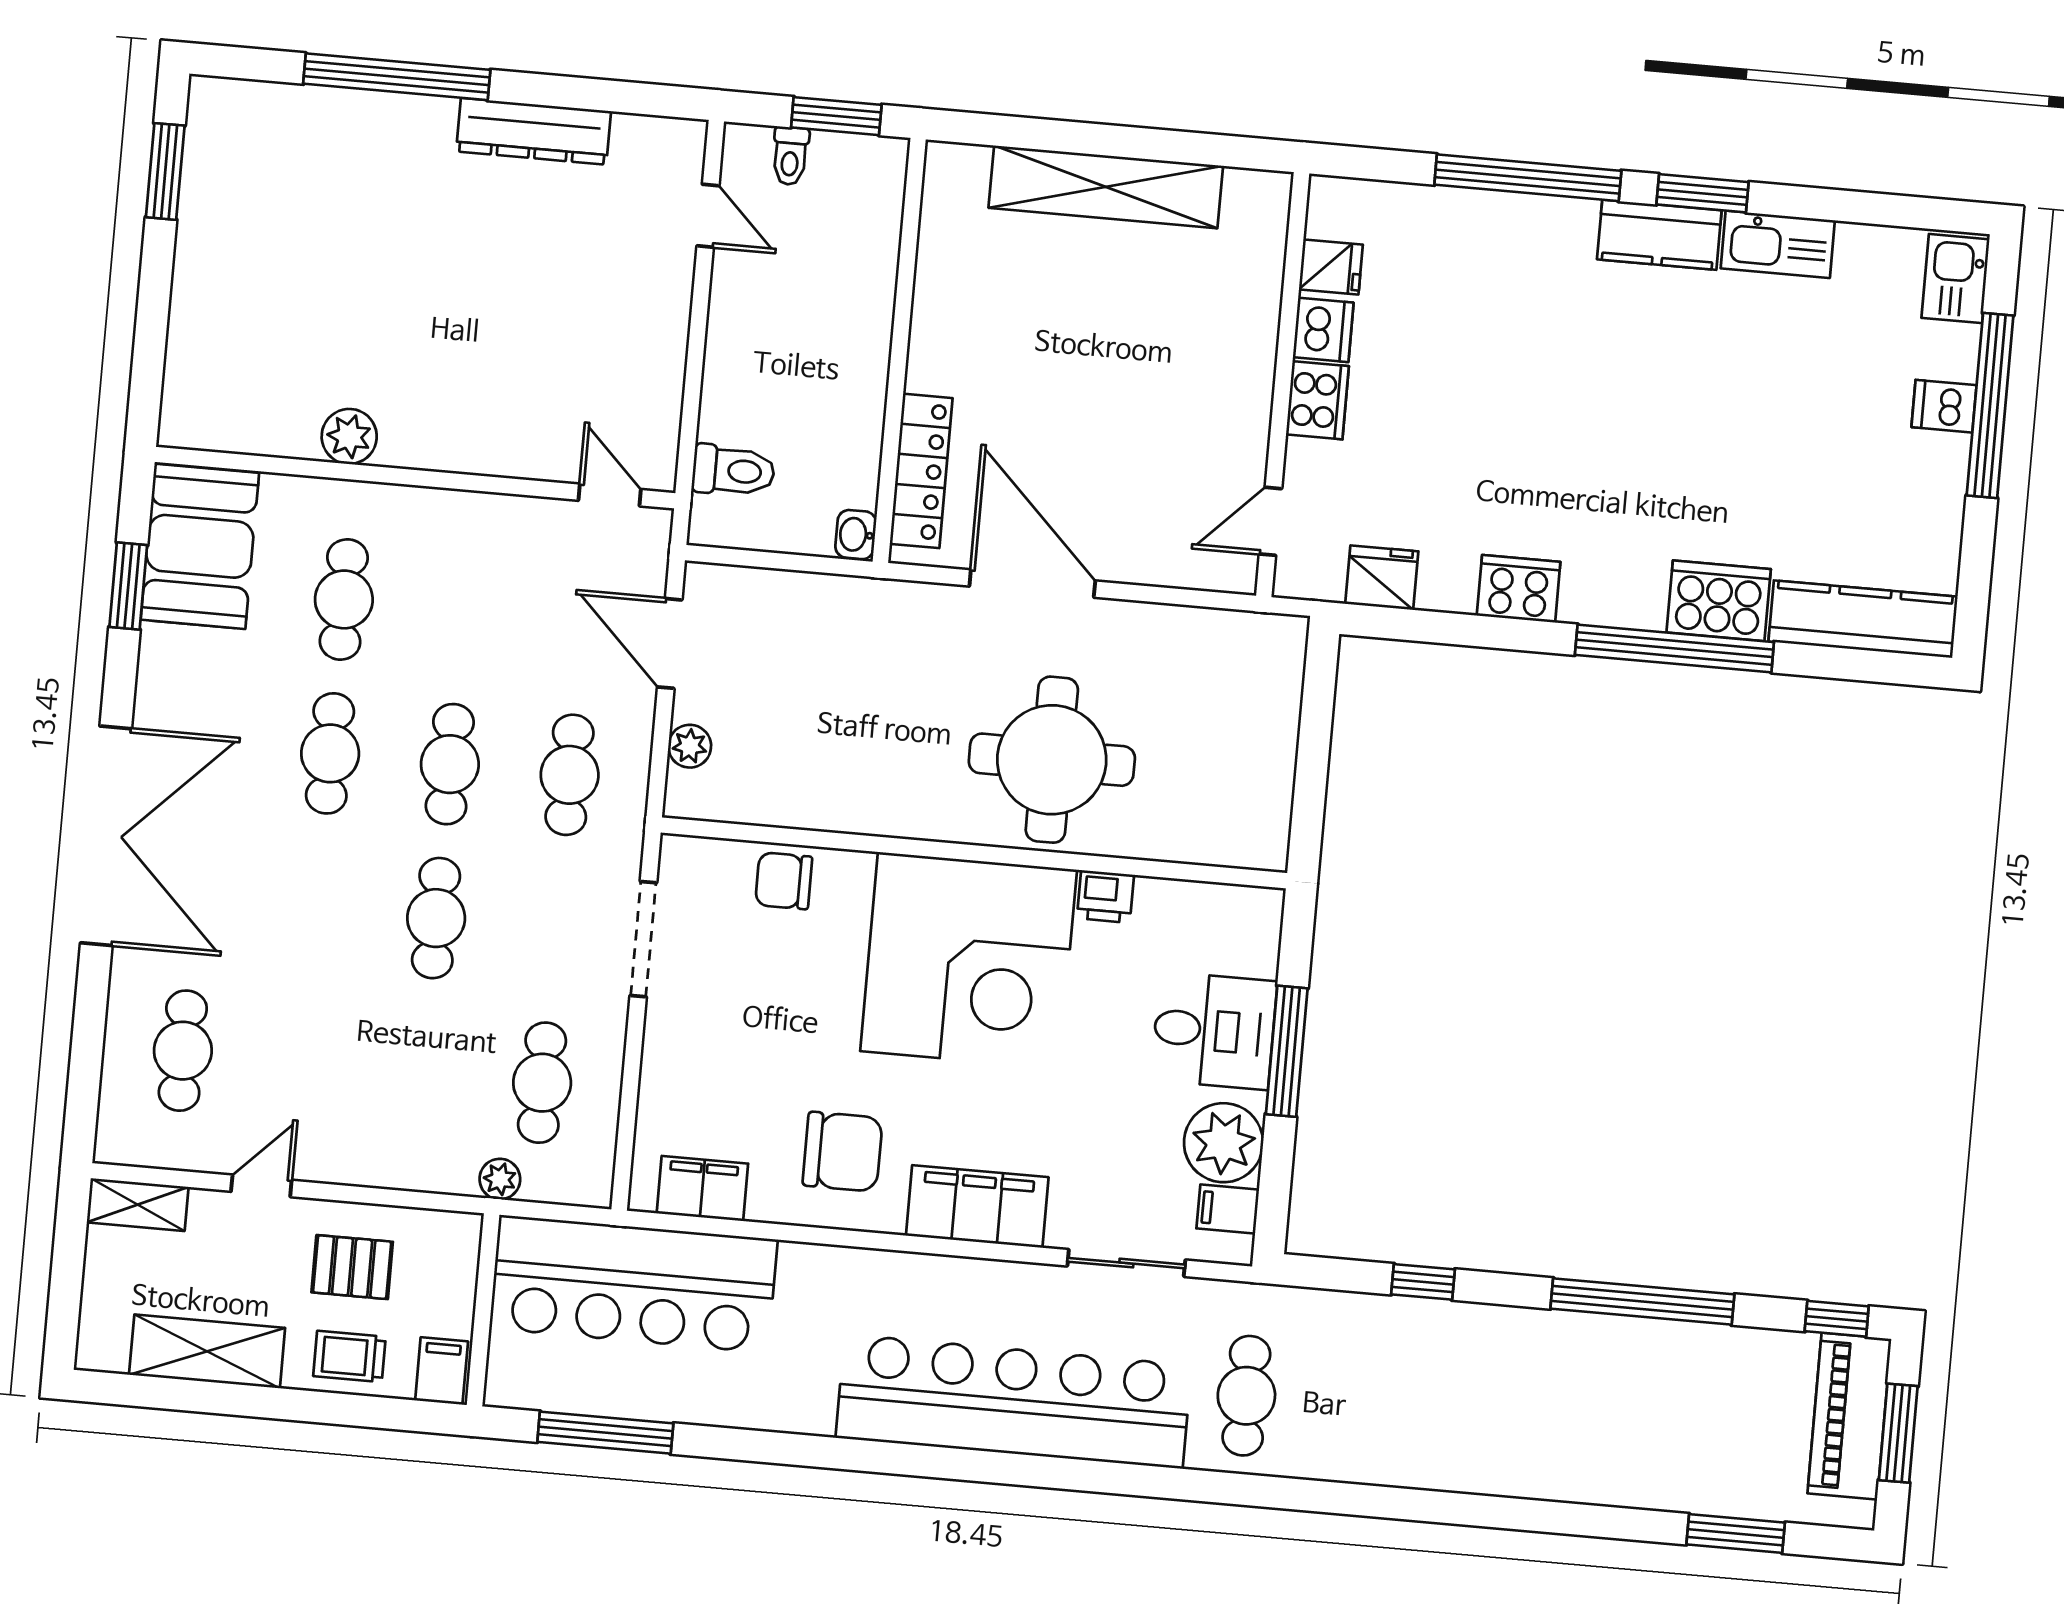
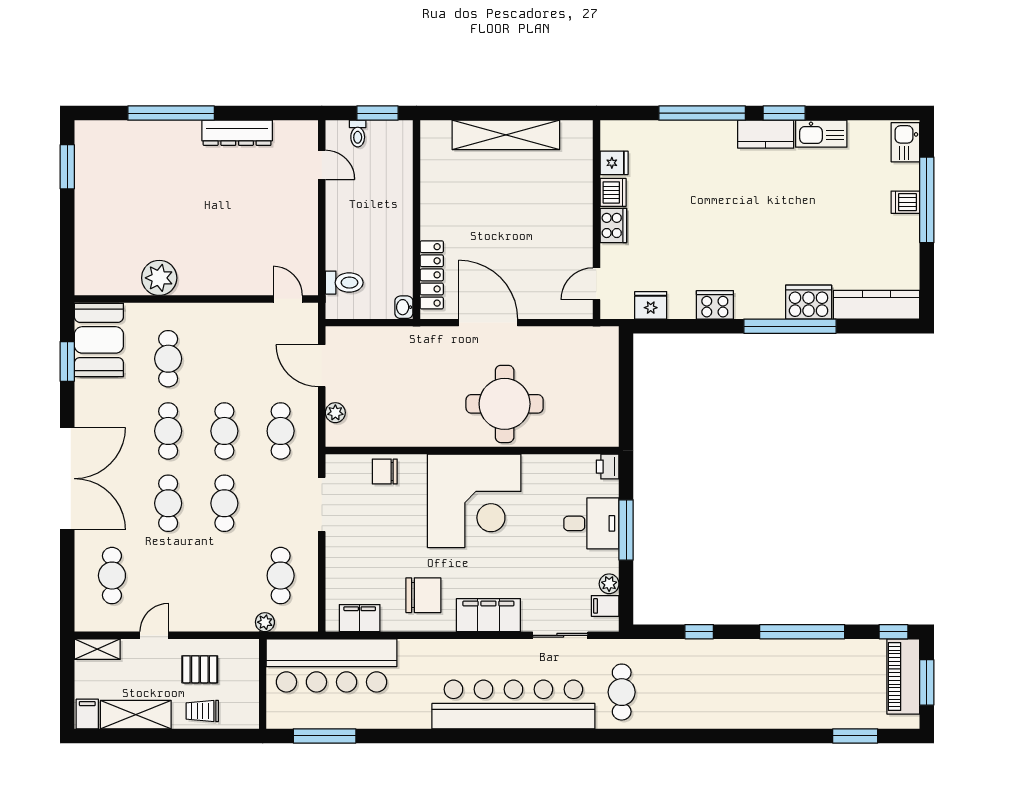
plant: (349, 436) -> (159, 278), width x1.36, depth x1.36
printer: (1105, 897) -> (608, 467), moved, turned 90
cafe table: (316, 907) -> (168, 503), added
plant: (1224, 1143) -> (609, 584), width x0.53, depth x0.53
filing cabinet: (442, 1371) -> (87, 714), moved

